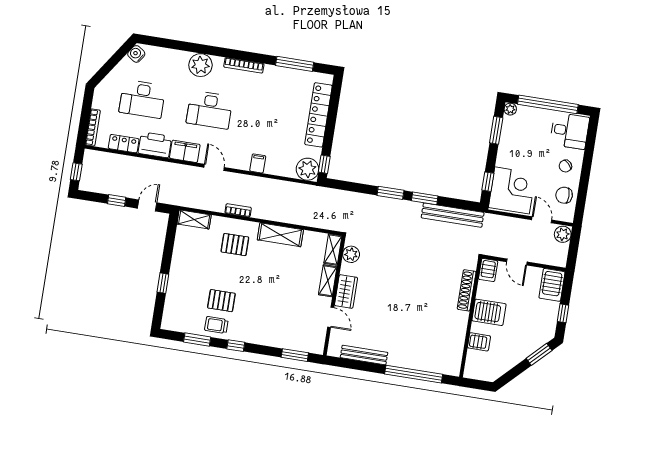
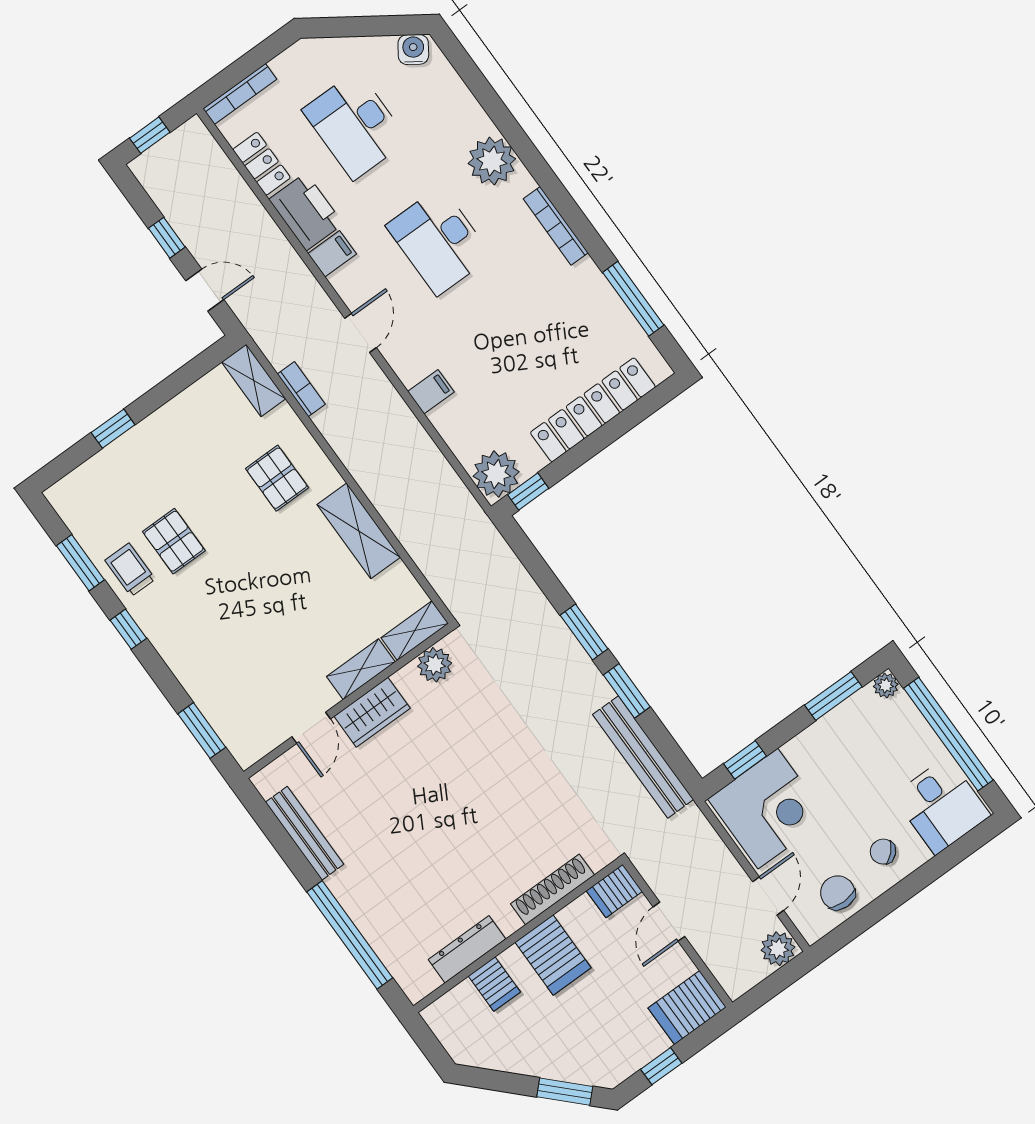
filing cabinet: (185, 151) -> (332, 254), width x0.50
bookcase: (238, 210) -> (301, 389), moved
dresser: (458, 339) -> (467, 949), added

